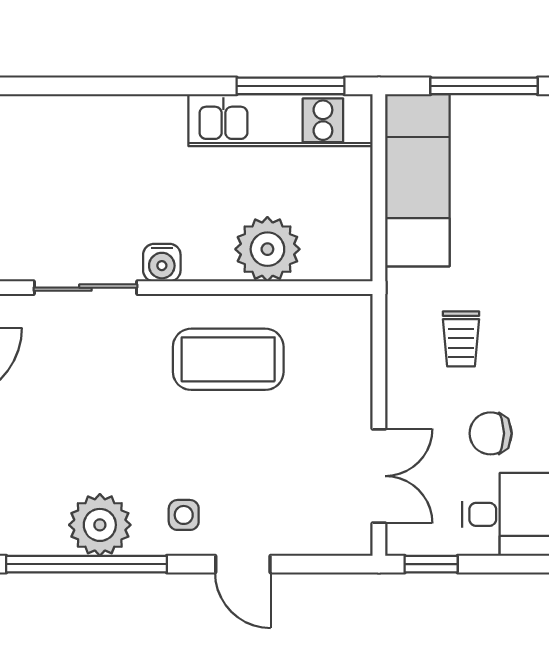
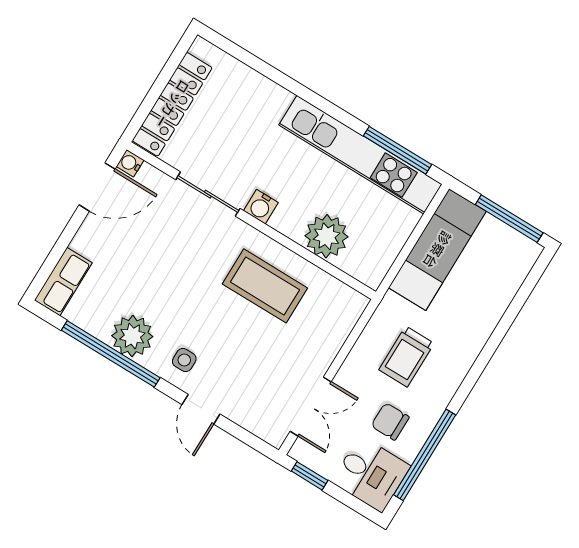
kitchen unit: (281, 120) -> (360, 155), width x1.36
trolley: (461, 339) -> (406, 356), width x1.36, depth x1.39

